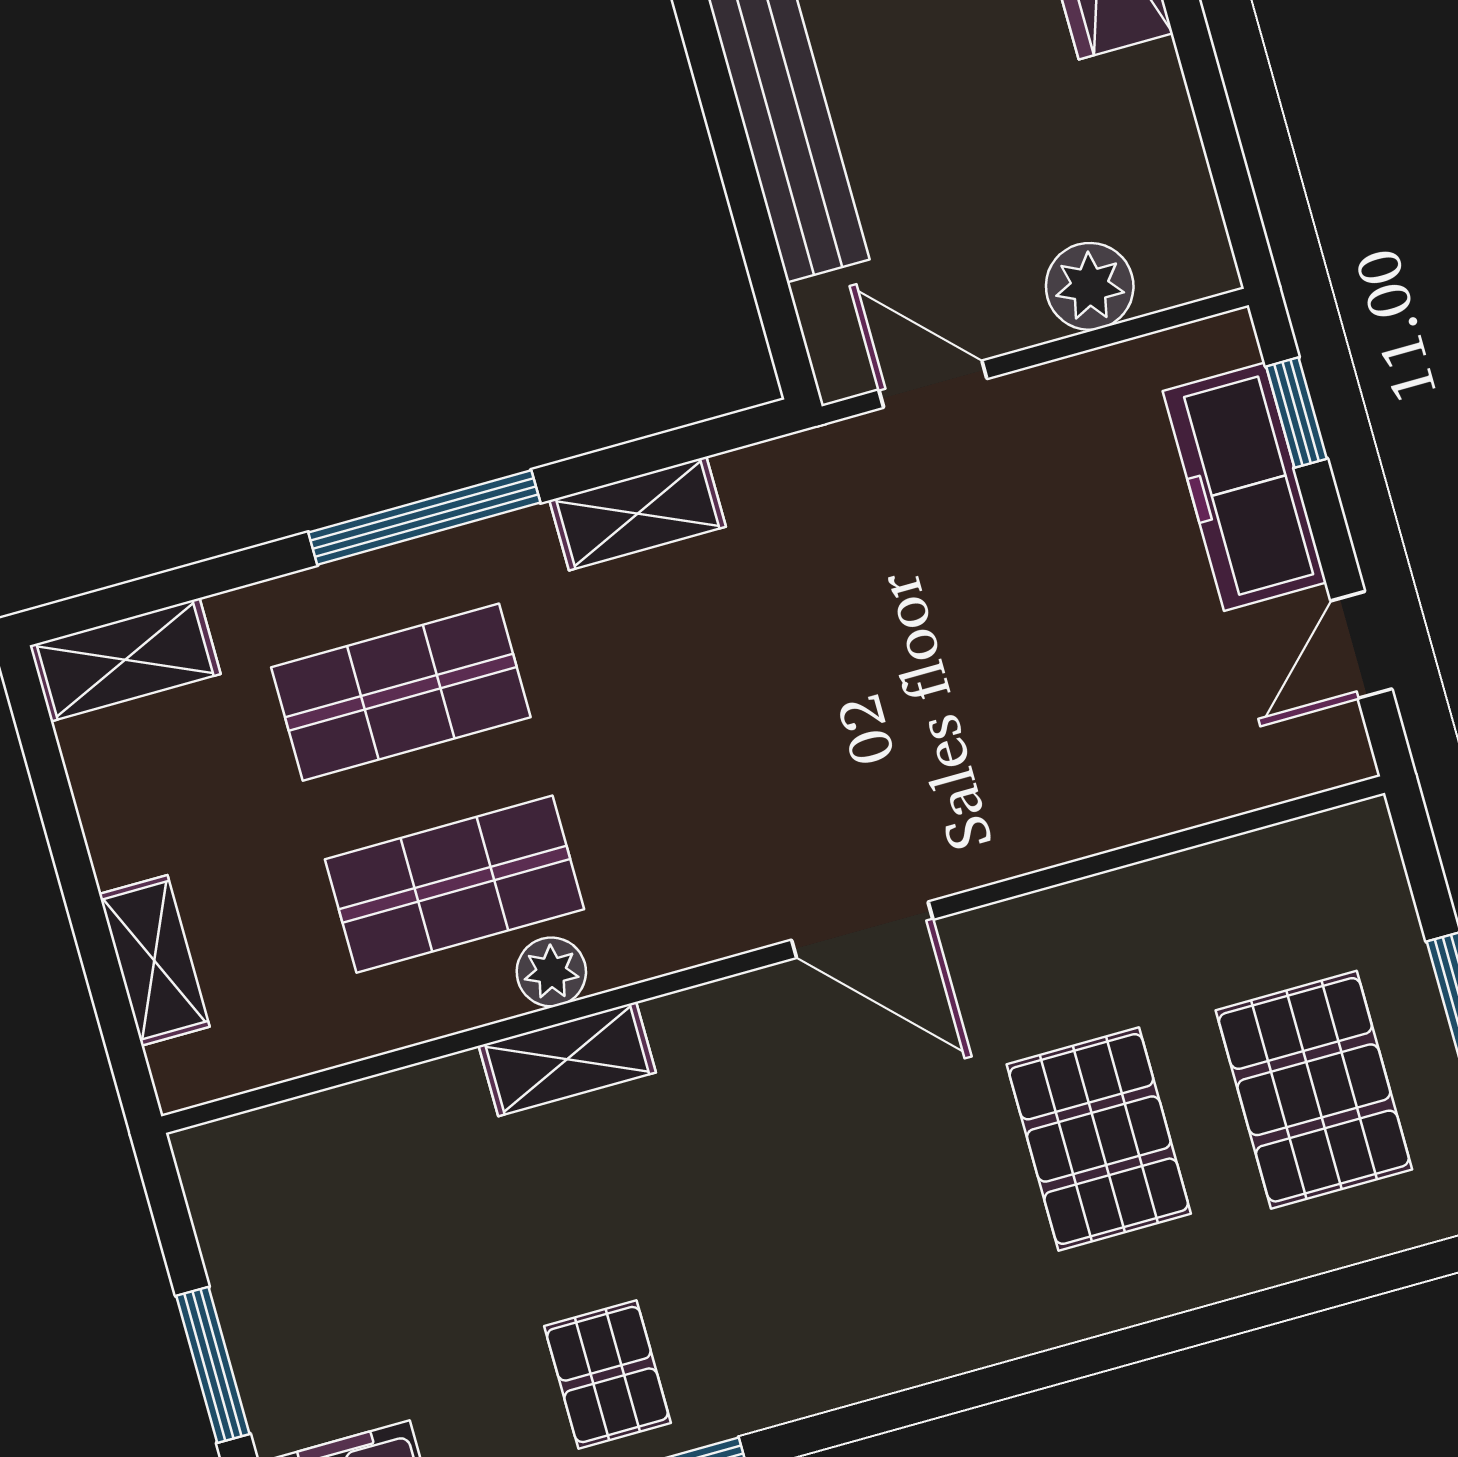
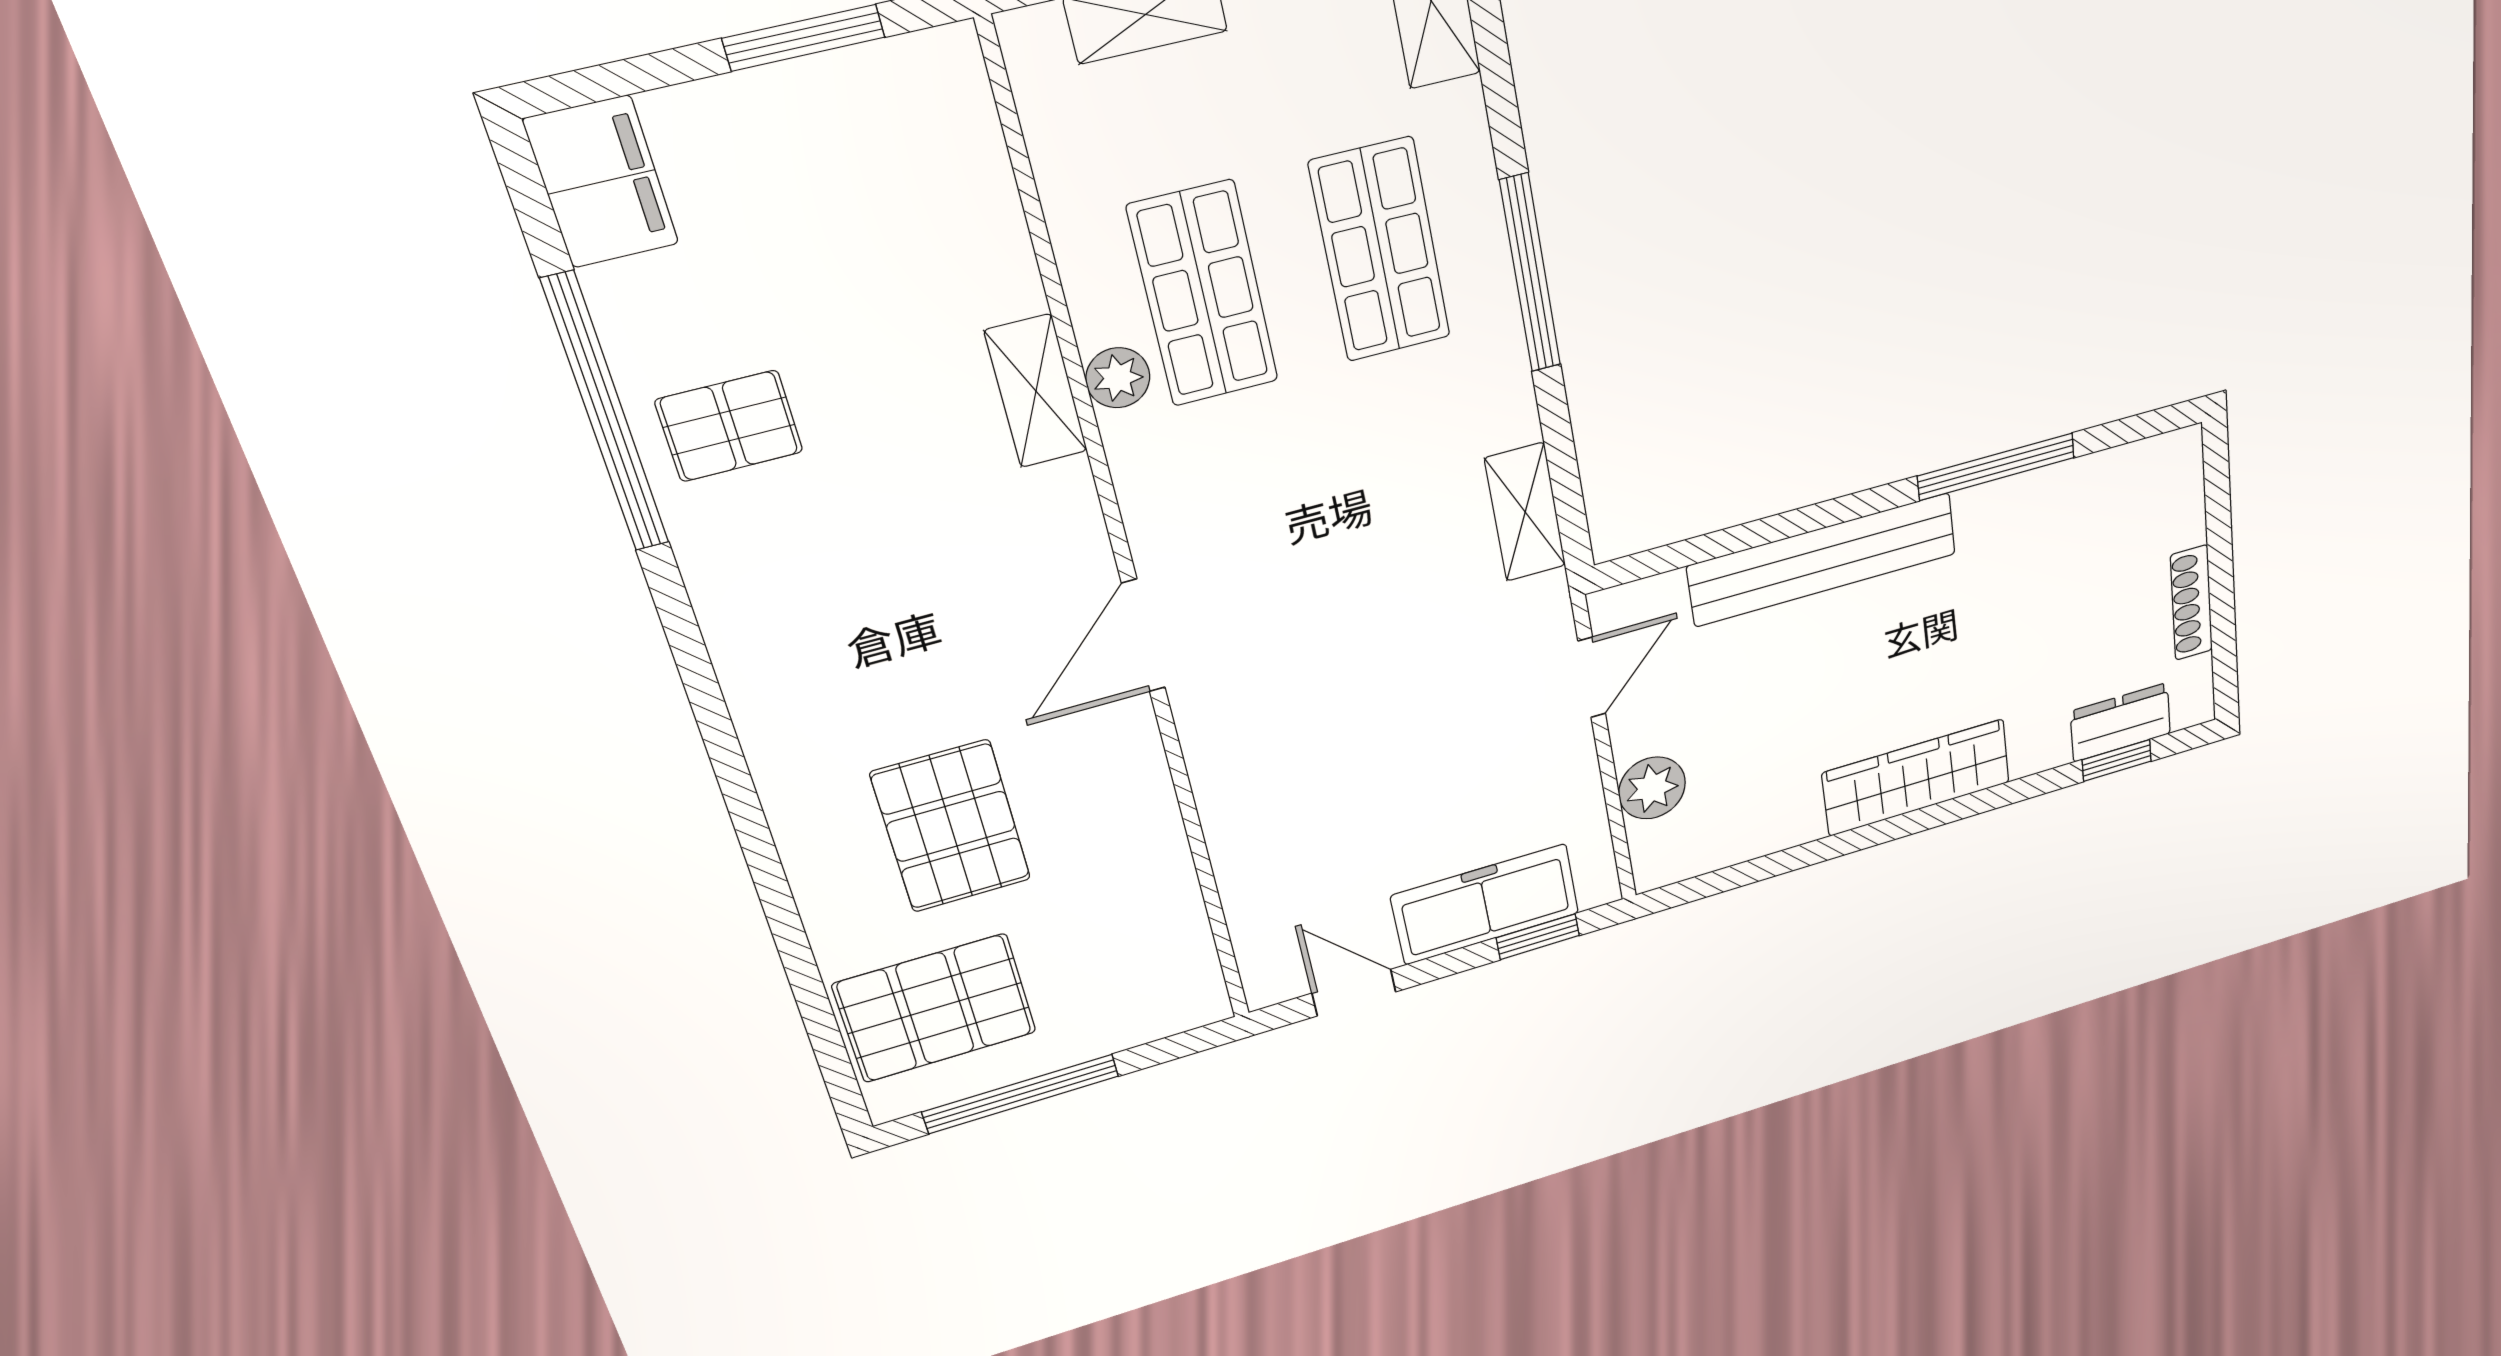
shelving: (638, 513) -> (1525, 512), moved
pallet: (1314, 1090) -> (935, 1008), moved
pallet: (1099, 1139) -> (951, 826), turned 90
window: (213, 1365) -> (804, 38), moved

